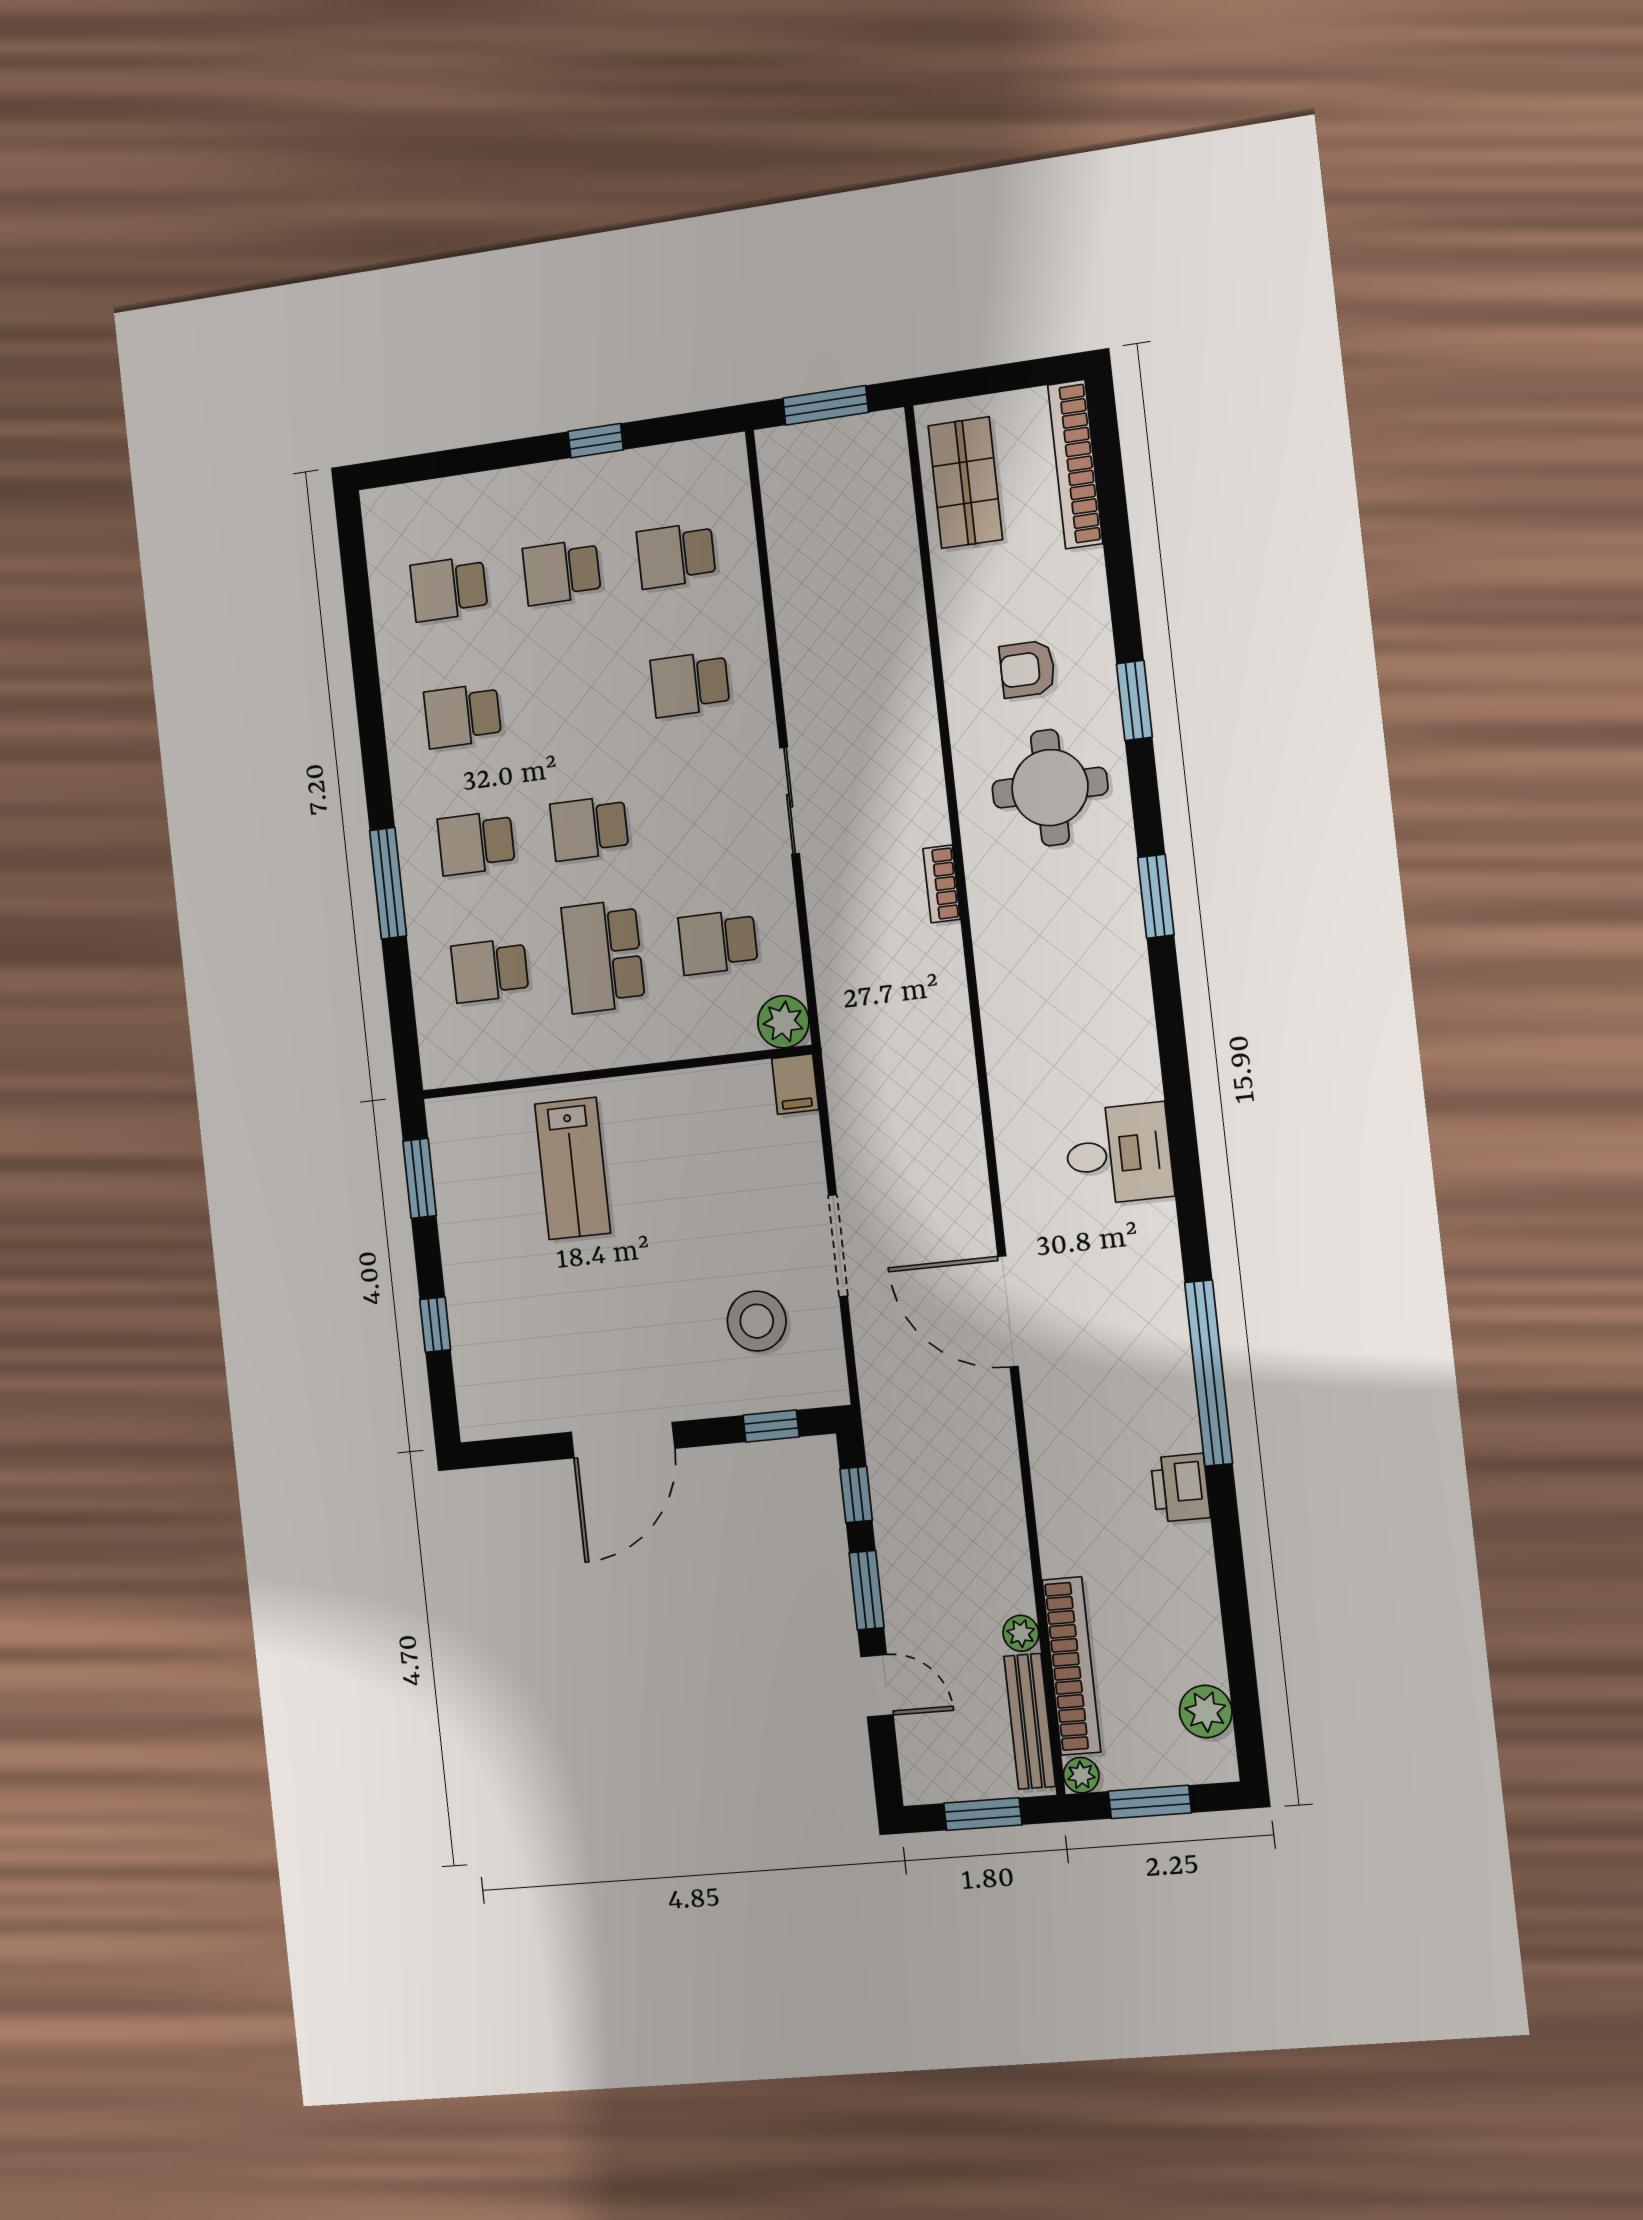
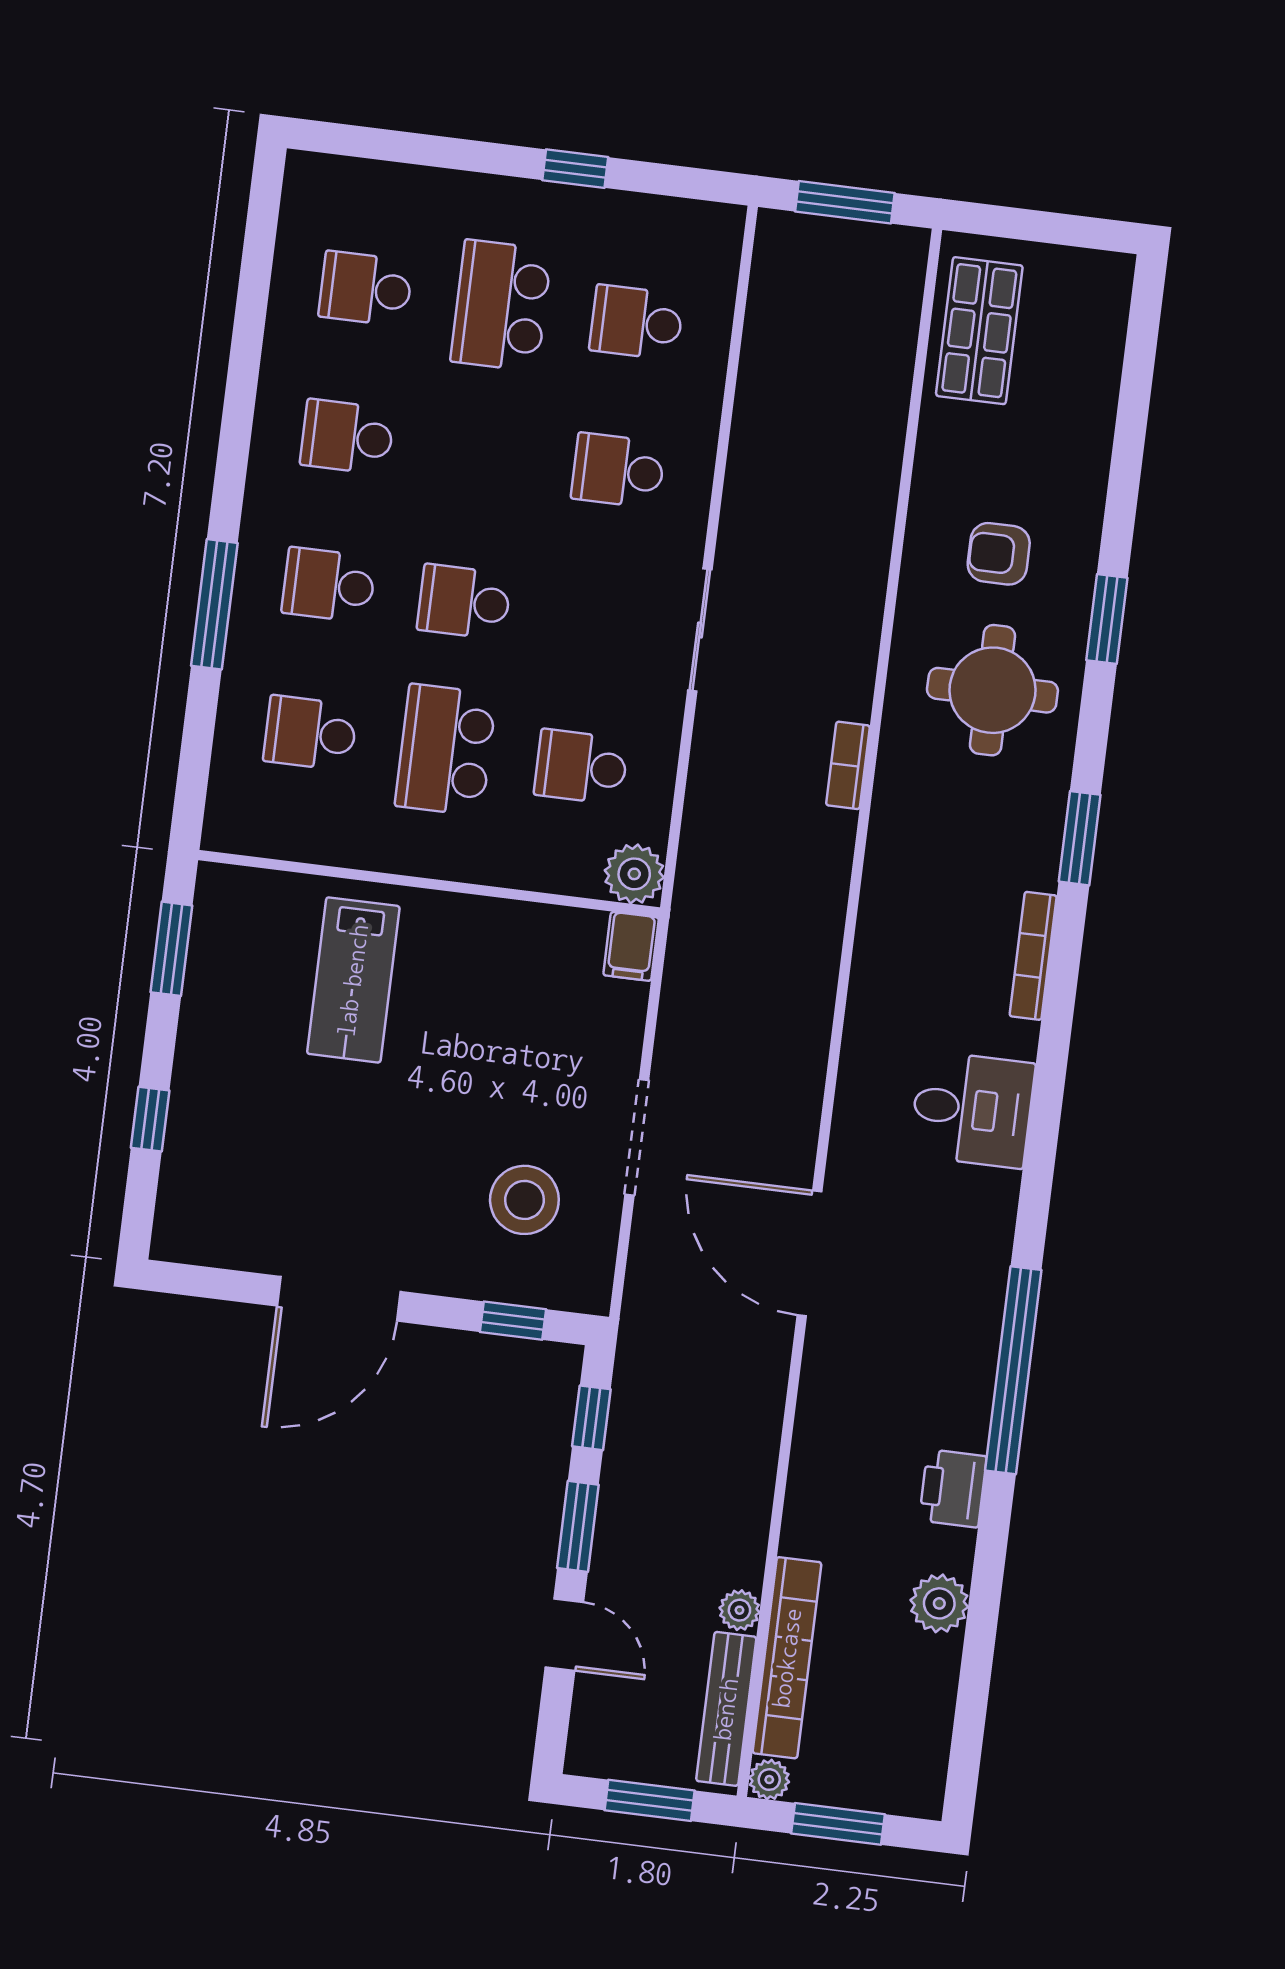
bookcase: (1075, 464) -> (1033, 956), moved, width x0.68, depth x0.76
school desk: (562, 572) -> (501, 306), width x1.85
plant: (1206, 1712) -> (939, 1603), moved

